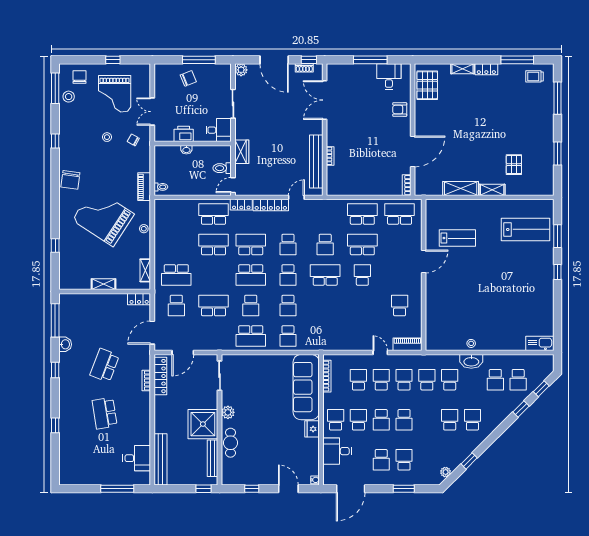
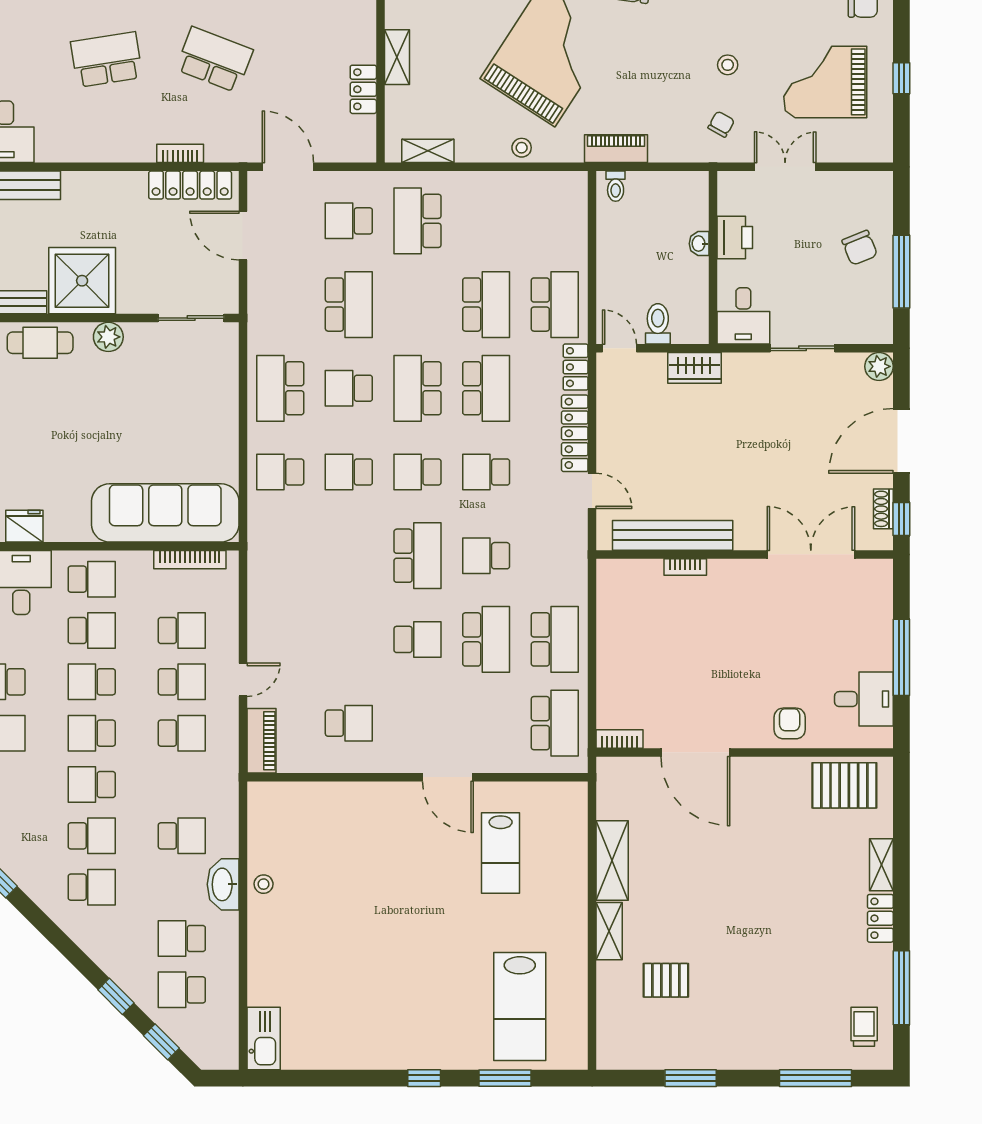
locker: (139, 299) -> (363, 89), moved
school desk: (427, 380) -> (92, 784), moved, turned 180
fridge: (312, 429) -> (24, 526), moved

